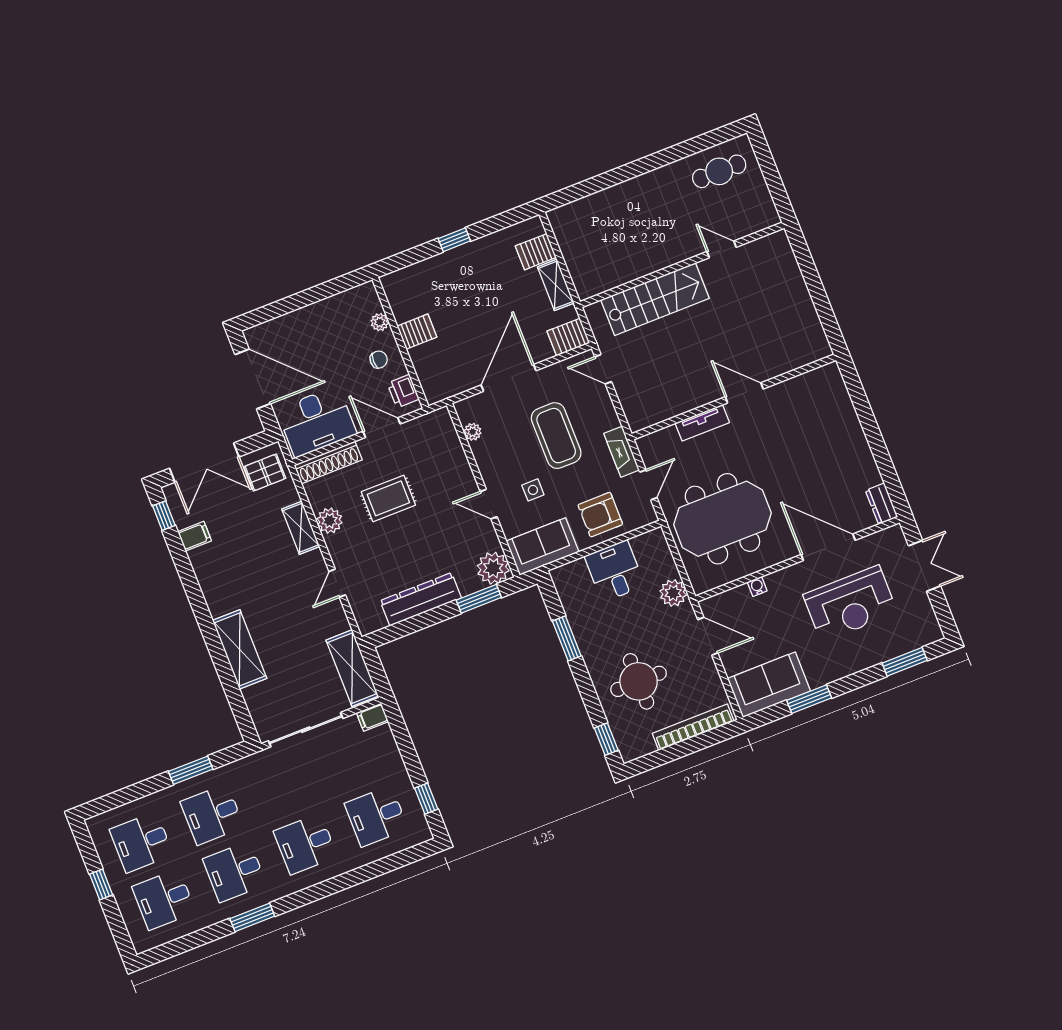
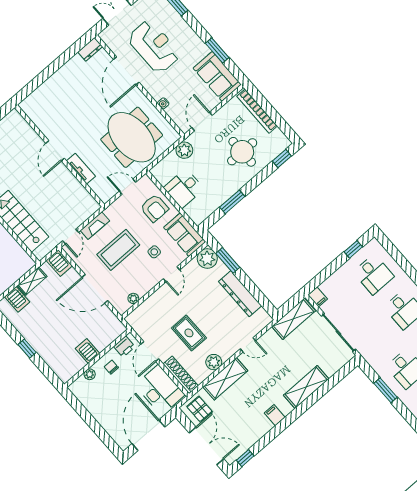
fireplace: (622, 452) -> (95, 226), moved
shelving: (301, 528) -> (225, 379), width x1.50, depth x1.33
filing cabinet: (195, 536) -> (275, 415), moved

